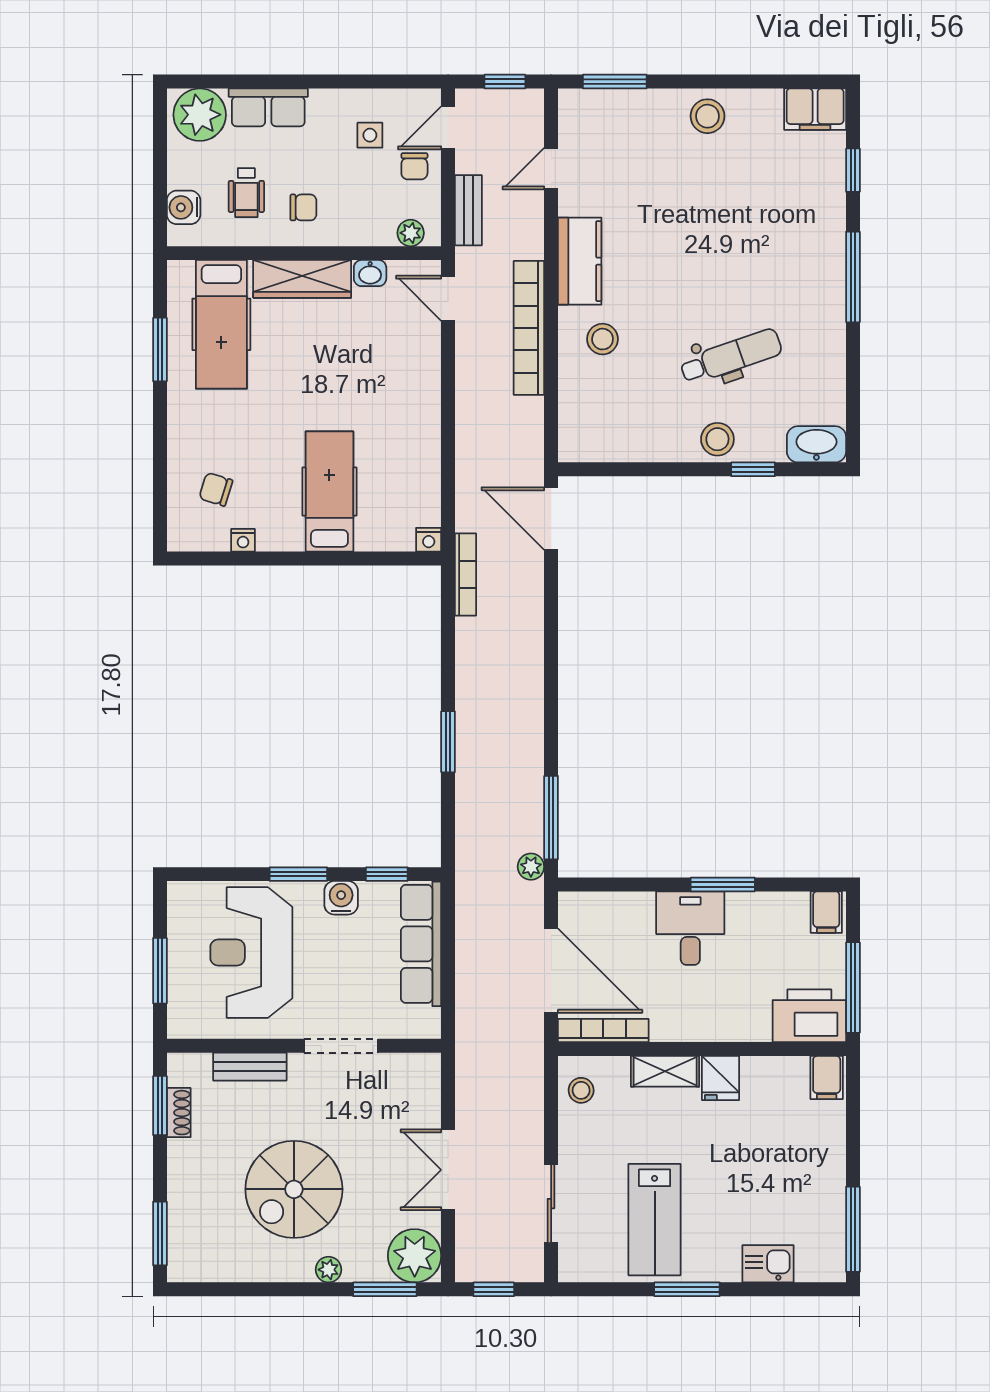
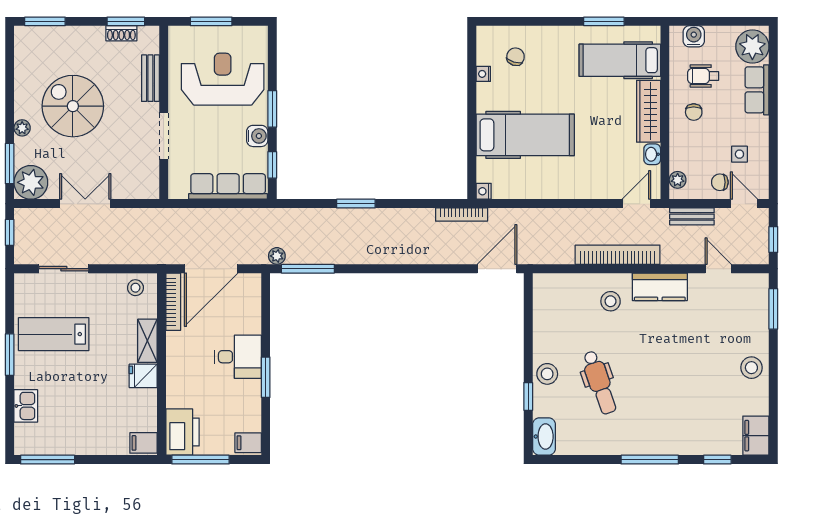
hospital bed: (329, 491) -> (525, 135), width x1.37, depth x1.29

